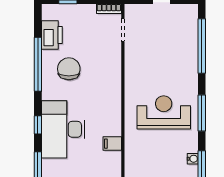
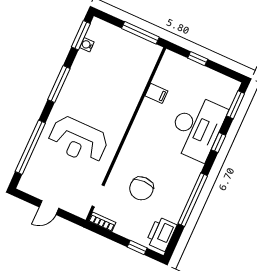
printer: (52, 35) -> (161, 234), moved
chair: (69, 69) -> (141, 188), moved
reception desk: (164, 112) -> (78, 140), moved

